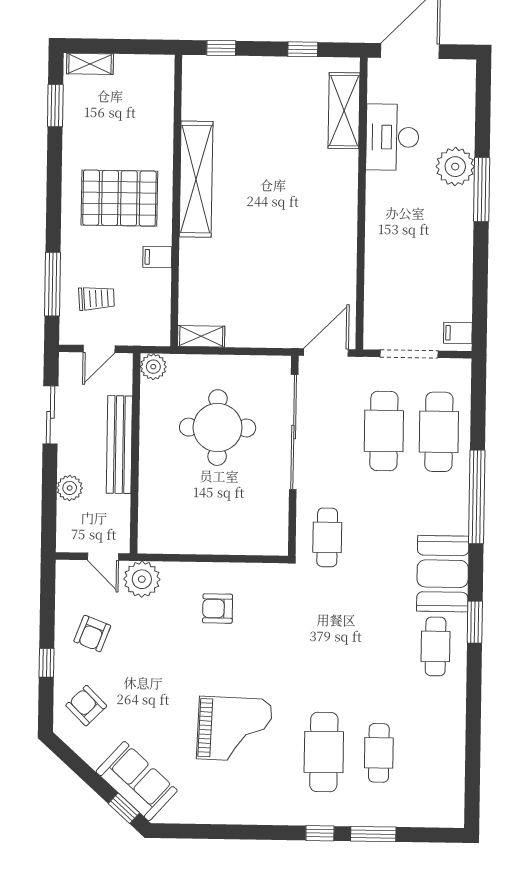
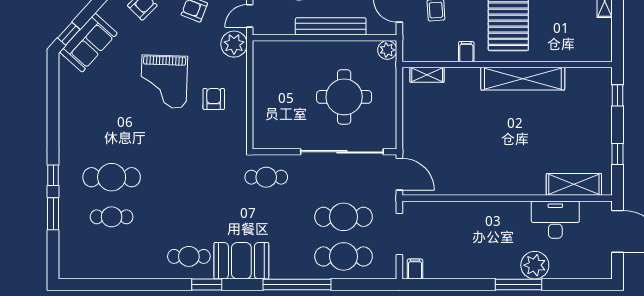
shelving: (201, 336) -> (427, 75), moved, turned 90
grand piano: (234, 729) -> (164, 82), moved

